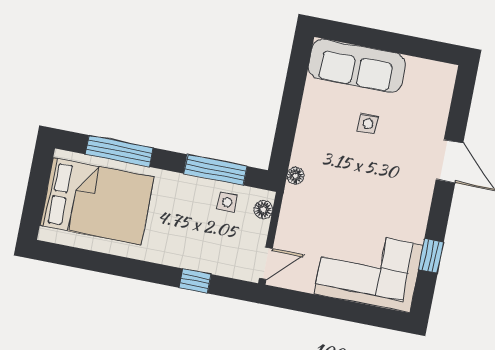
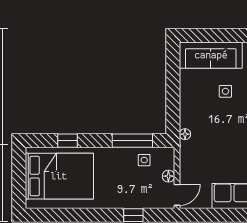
window: (119, 151) -> (68, 141), width x0.46
floor lamp: (263, 210) -> (168, 176), moved

